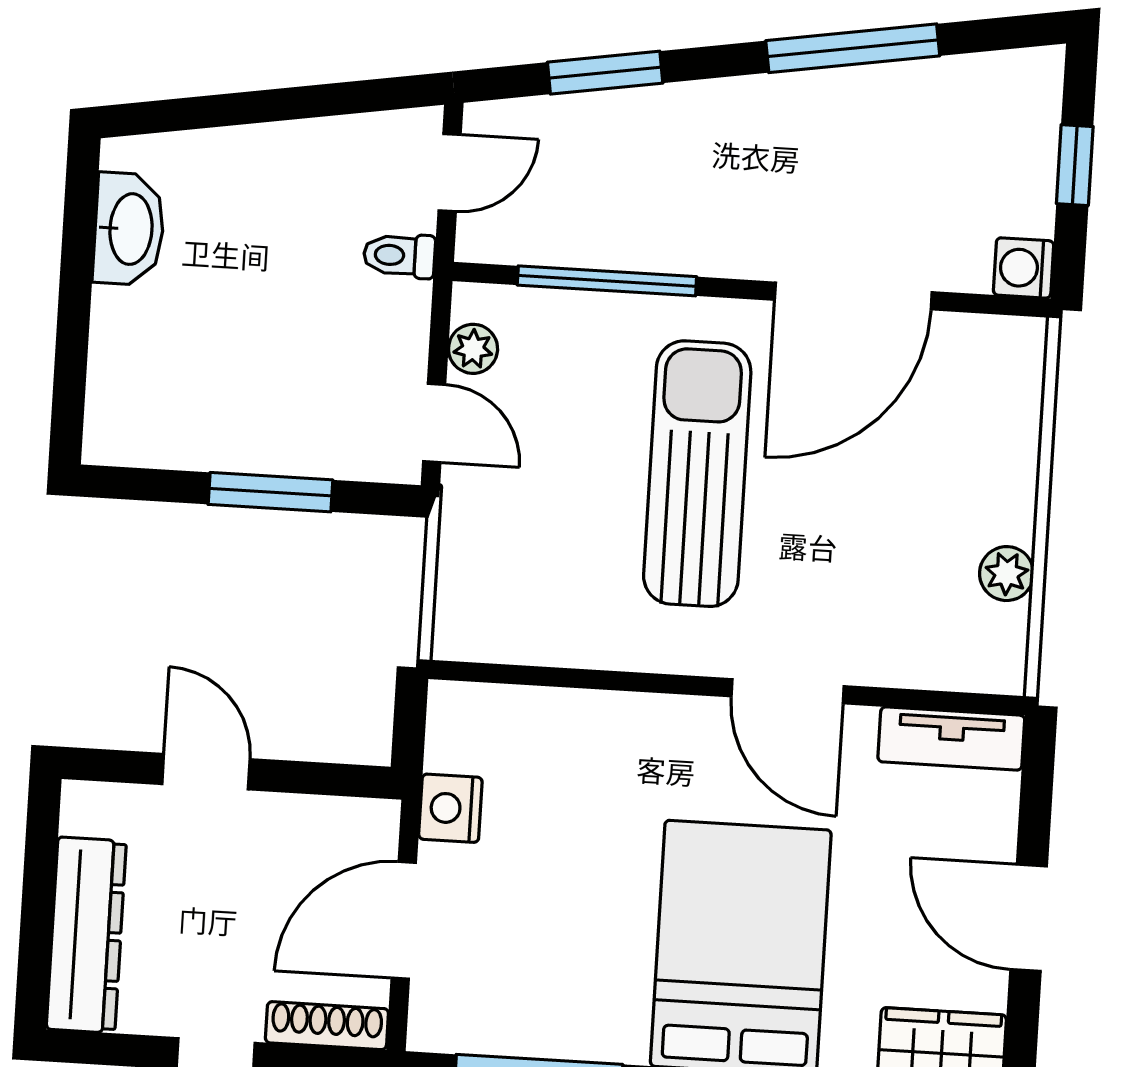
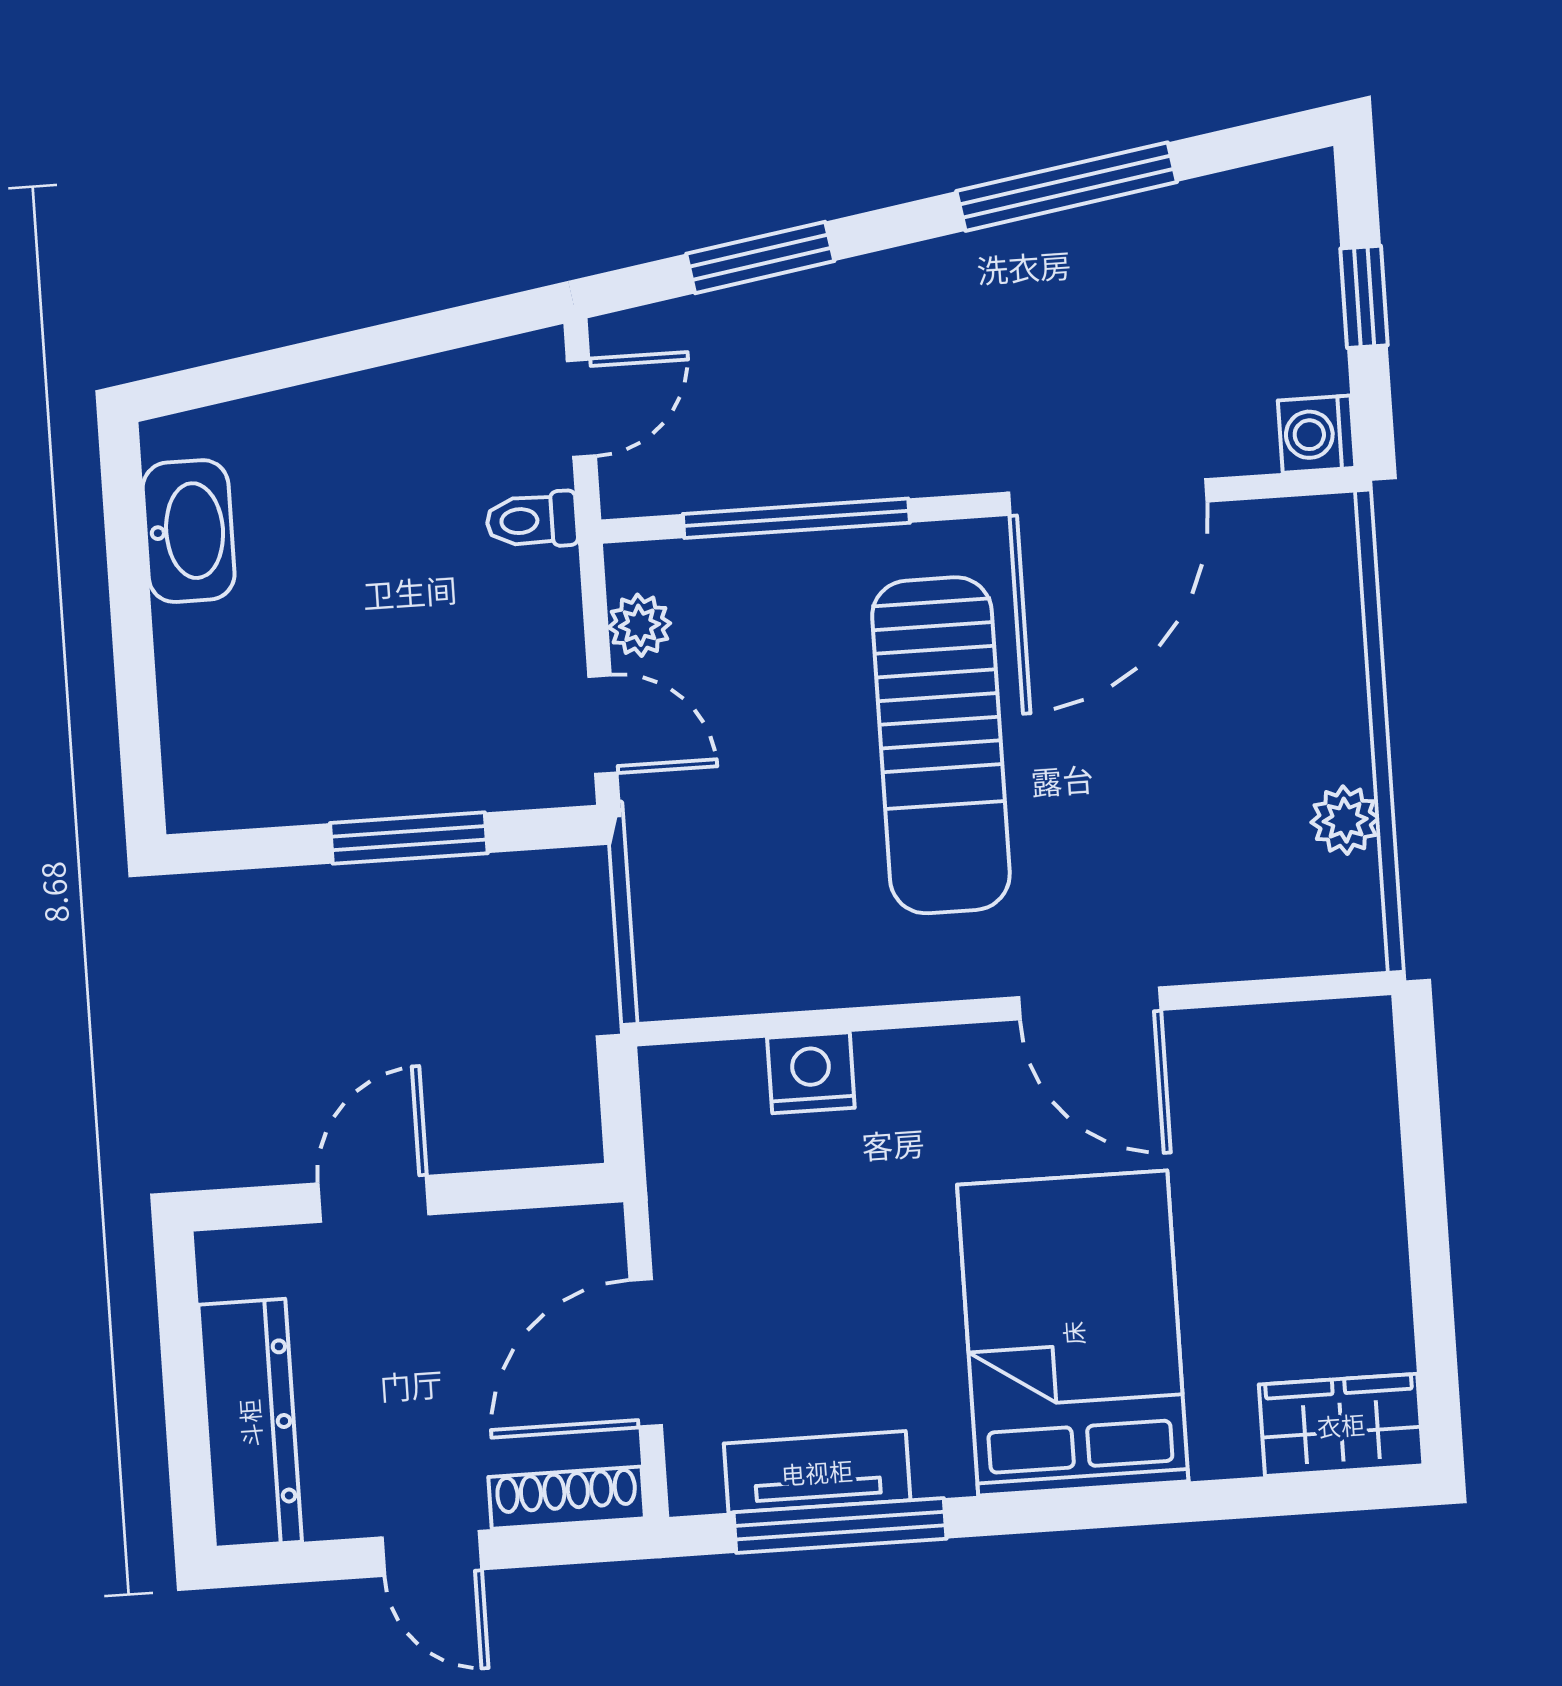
sun lounger: (697, 474) -> (941, 745), turned 180
tv unit: (951, 739) -> (817, 1472), moved, turned 180
door: (206, 772) -> (373, 1199), hinge flipped
nightstand: (450, 808) -> (811, 1073), moved, turned 90
door: (1029, 918) -> (1429, 1248), removed

